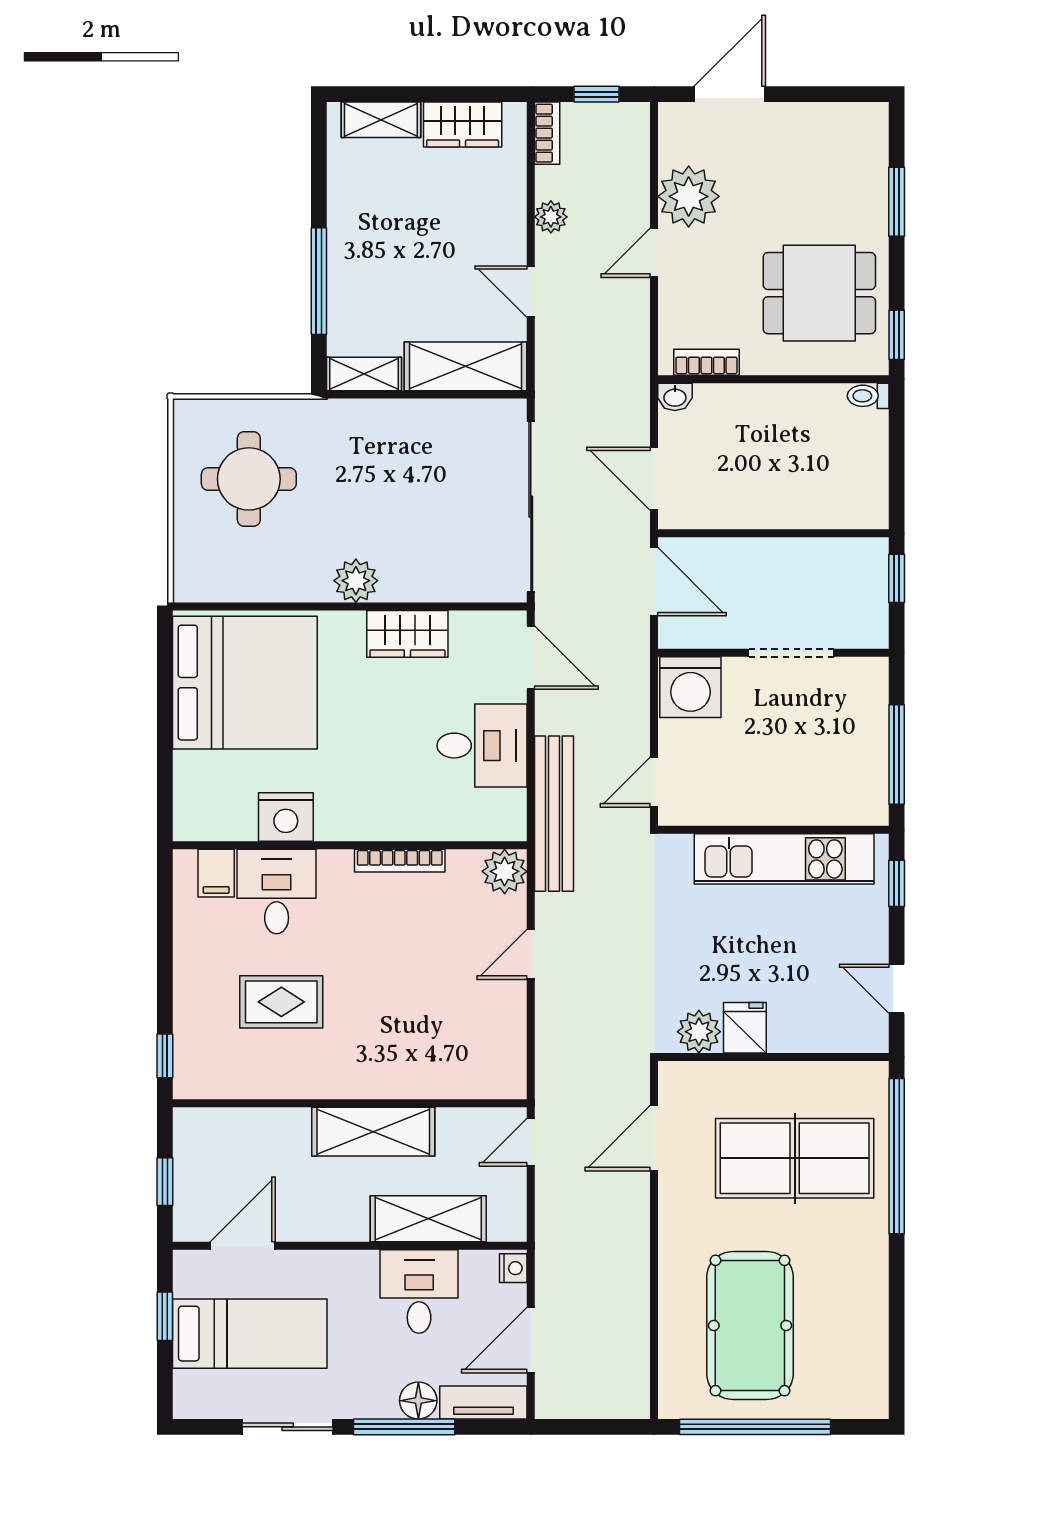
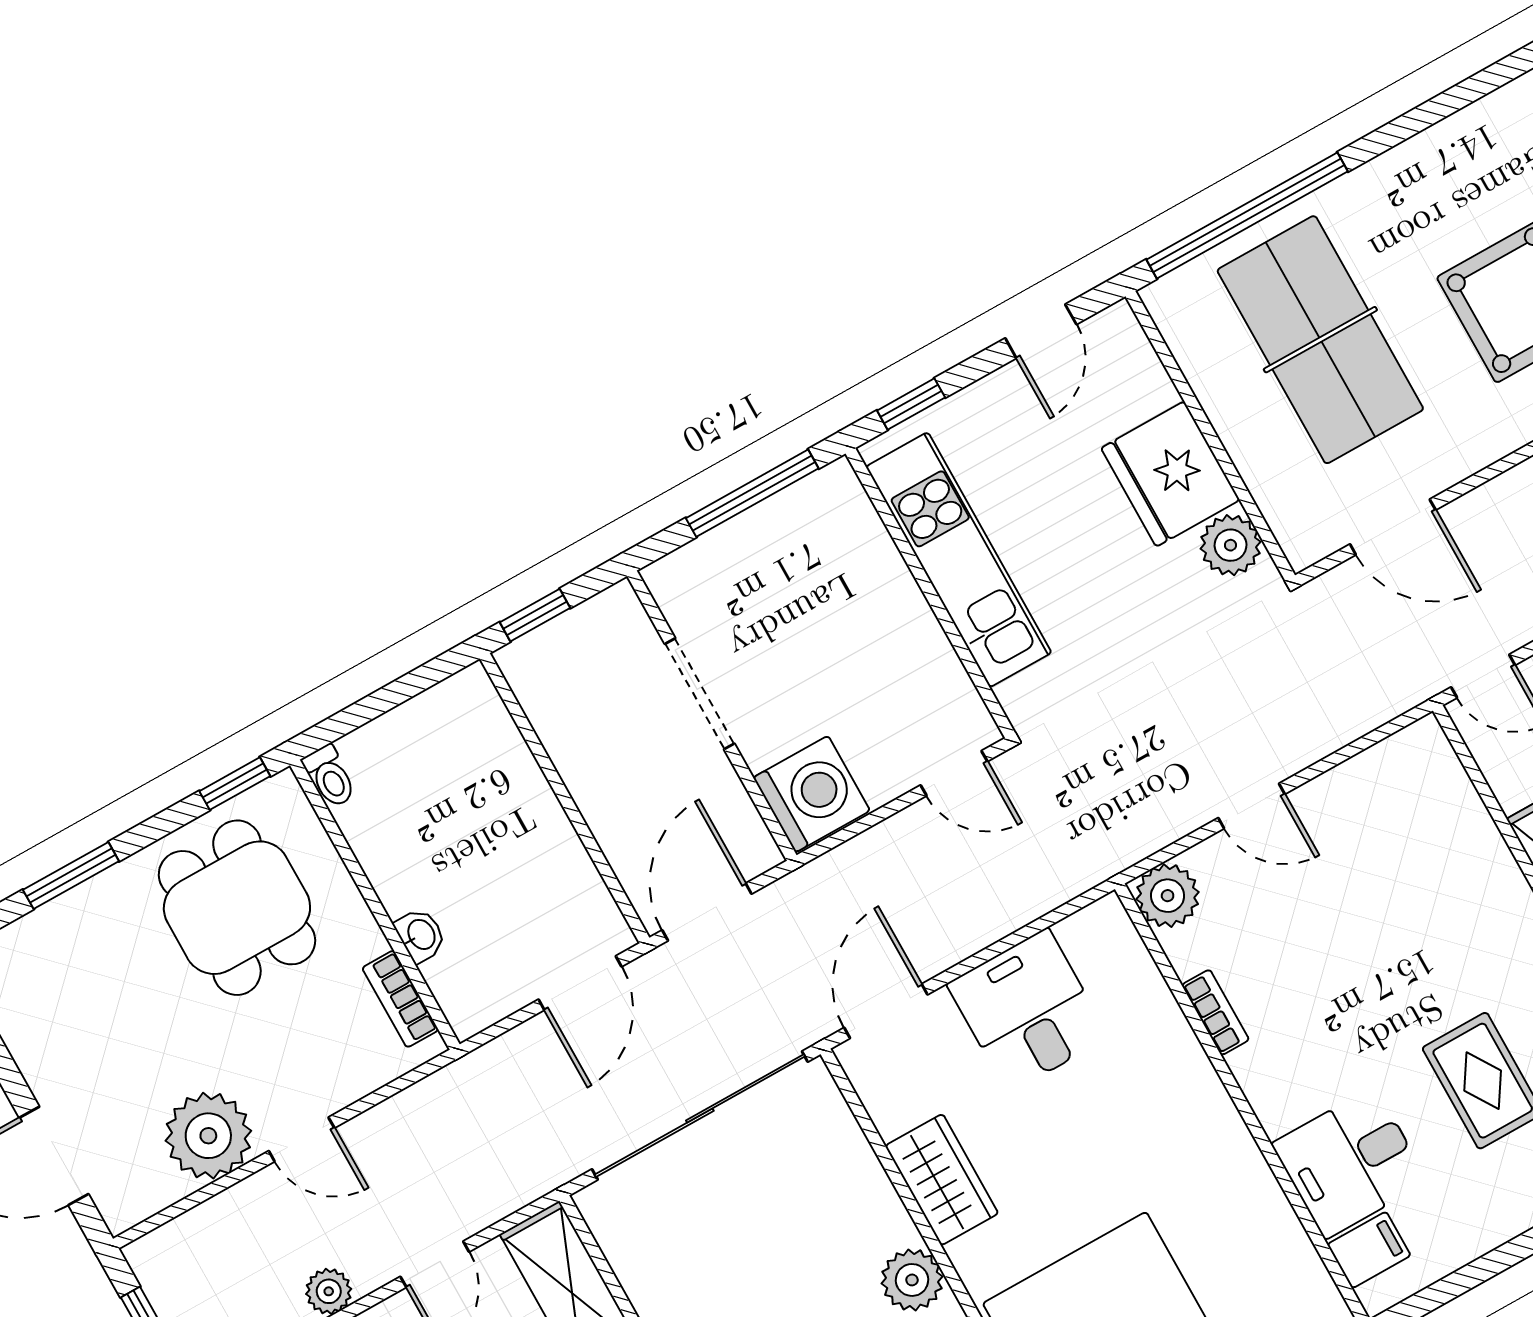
washbasin: (675, 397) -> (420, 935), moved
bench: (554, 814) -> (1062, 875), removed
nightstand: (286, 817) -> (1252, 1203), removed
bookcase: (400, 861) -> (1215, 1012), width x0.64
fridge: (745, 1028) -> (1170, 474), width x1.88, depth x1.34

